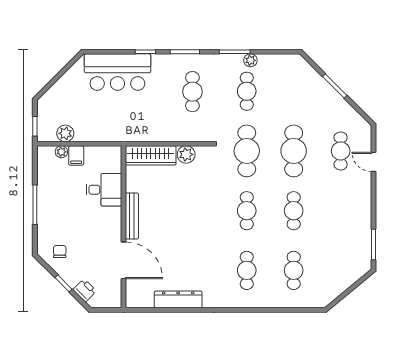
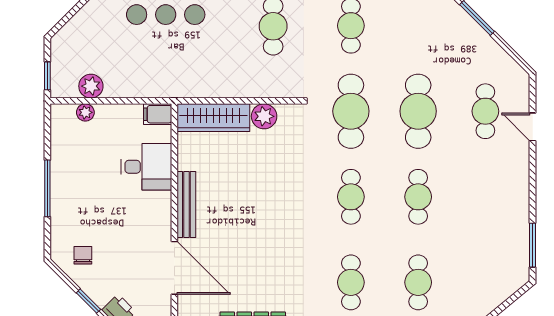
filing cabinet: (76, 155) -> (158, 114), moved, turned 90

